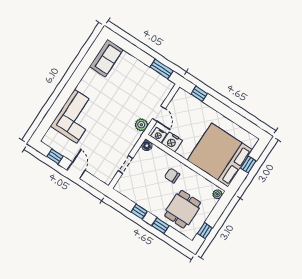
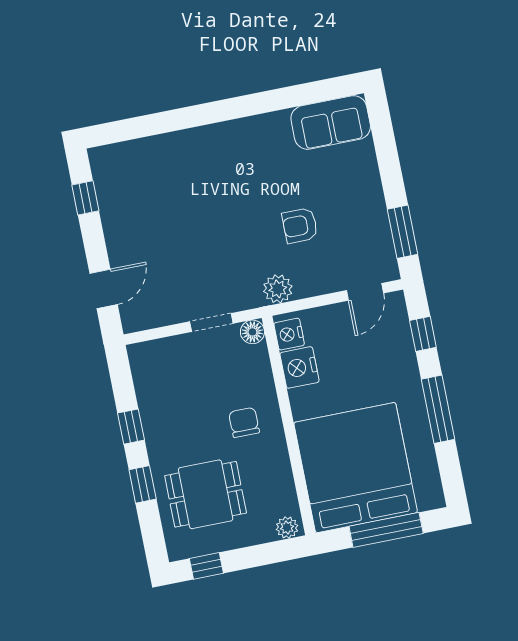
armchair: (129, 99) -> (300, 225), added
window: (227, 112) -> (438, 409), added
door: (159, 114) -> (365, 292), moved
corner sofa: (75, 116) -> (185, 166), removed
doorway: (126, 164) -> (211, 322), moved
window: (248, 165) -> (386, 530), width x2.17
door: (76, 170) -> (104, 289), moved

